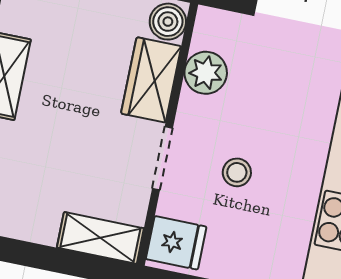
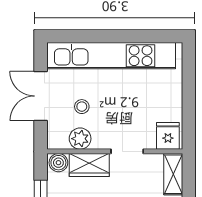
stool: (237, 172) -> (82, 107), moved

